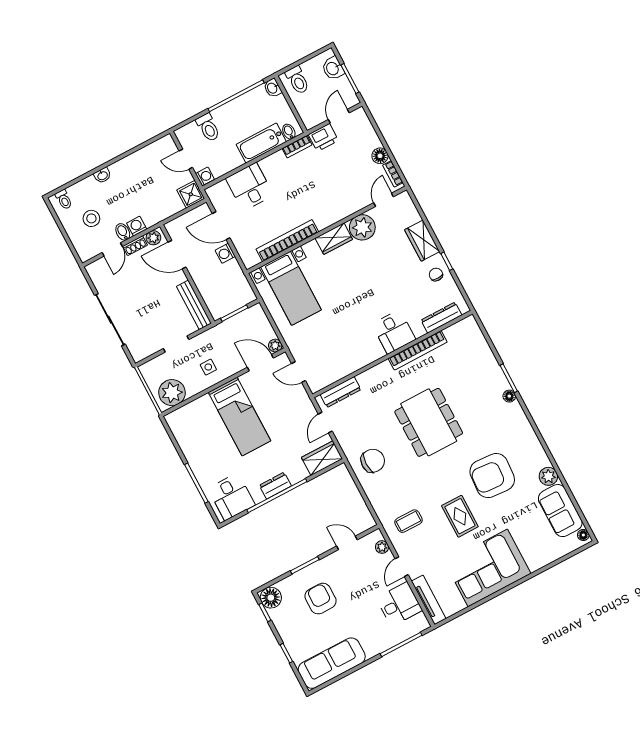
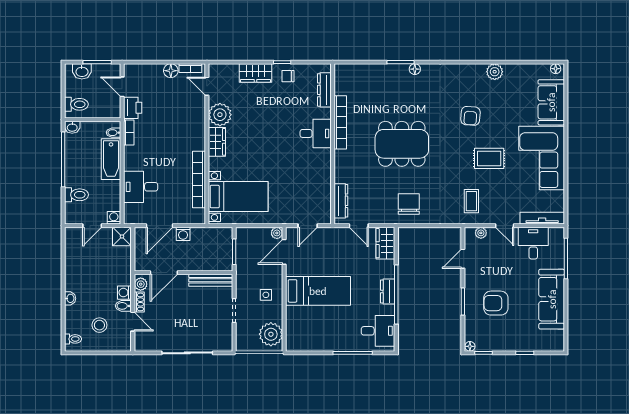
armchair: (492, 476) -> (470, 116), width x0.53, depth x0.53
sofa: (560, 511) -> (551, 102), moved, turned 90
floor lamp: (271, 598) -> (470, 346), width x0.53, depth x0.53
sofa: (332, 663) -> (552, 299), moved

